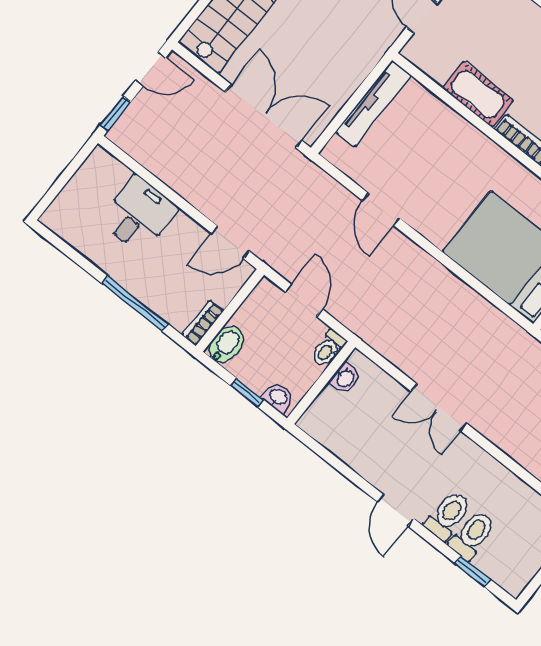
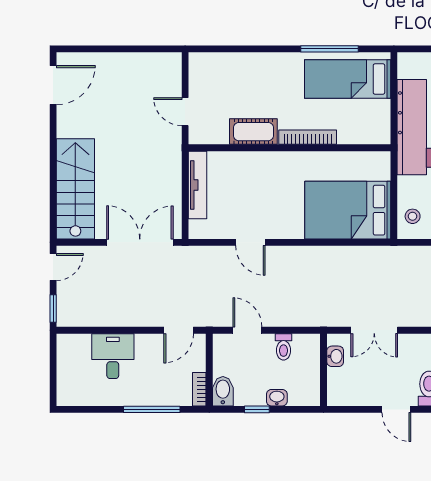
washbasin: (345, 378) -> (335, 356), moved
wall: (321, 383) -> (324, 370), moved

